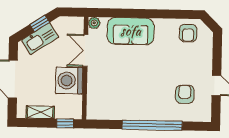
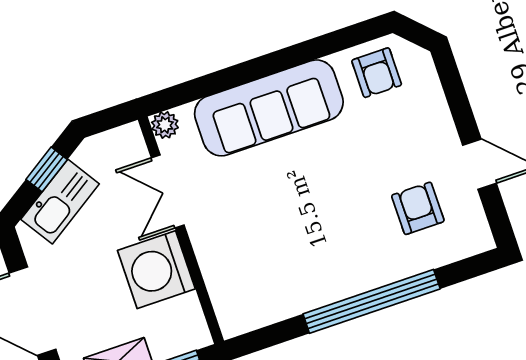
sofa: (131, 31) -> (269, 108), width x1.36

